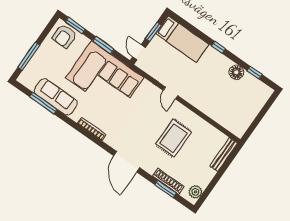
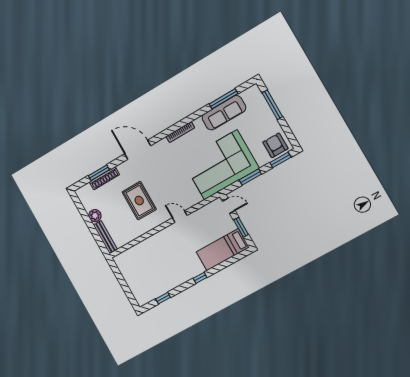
floor lamp: (236, 72) -> (171, 283), removed
plant: (195, 192) -> (95, 216), moved

